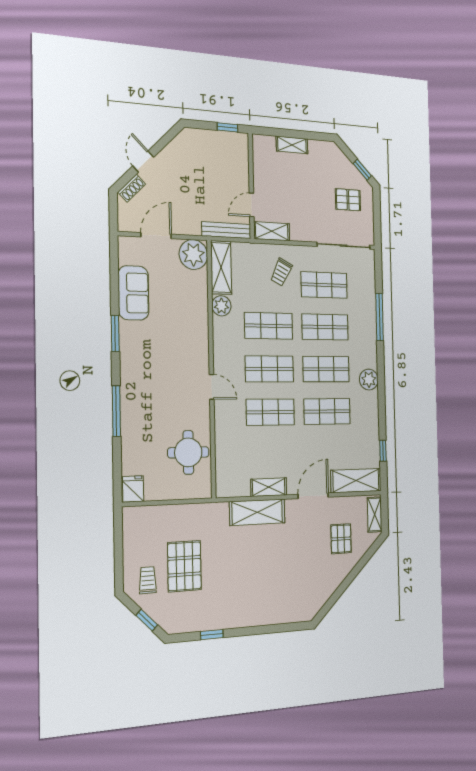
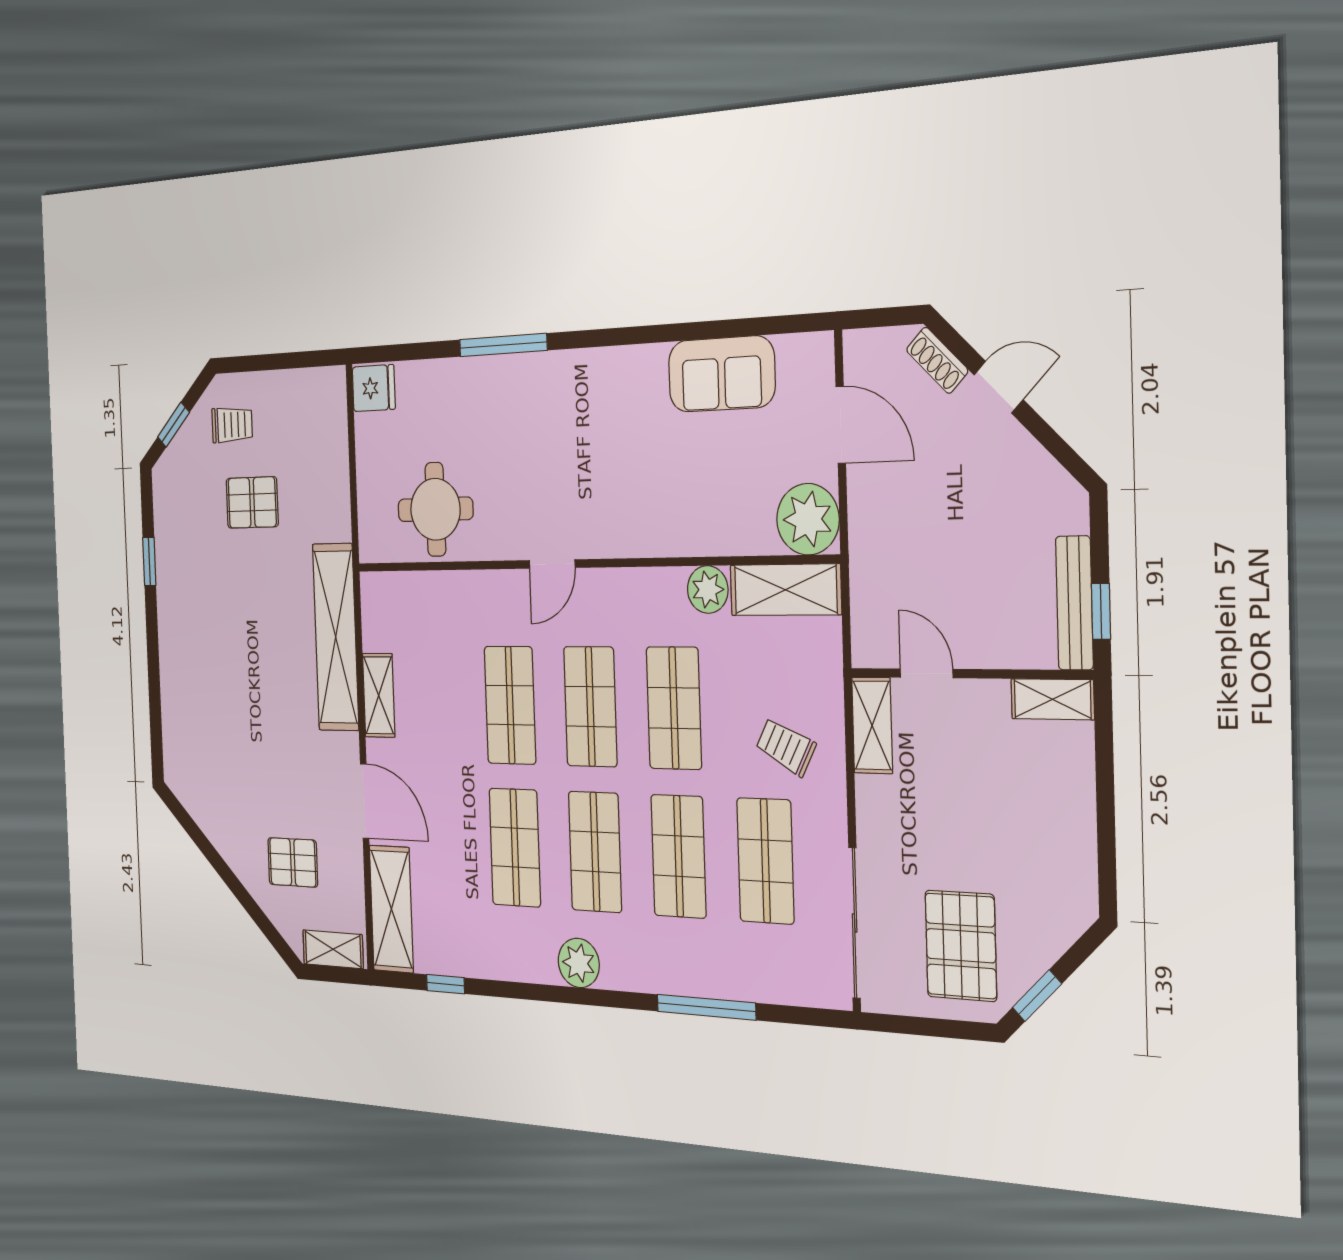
shelving: (292, 145) -> (1053, 699), moved, turned 90
pallet: (348, 200) -> (961, 946), width x1.50, depth x1.42
bench: (226, 230) -> (1074, 603), moved
window: (115, 333) -> (642, 335), removed
shelving: (257, 512) -> (336, 637), width x1.47
pallet: (184, 566) -> (252, 502), width x0.67, depth x0.71

